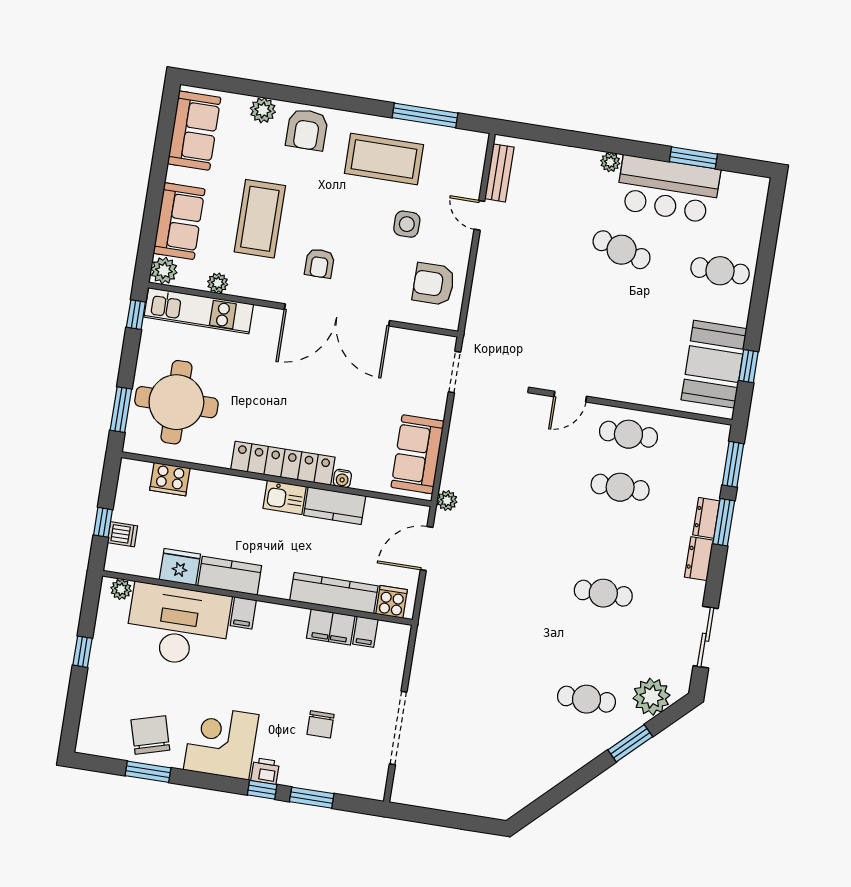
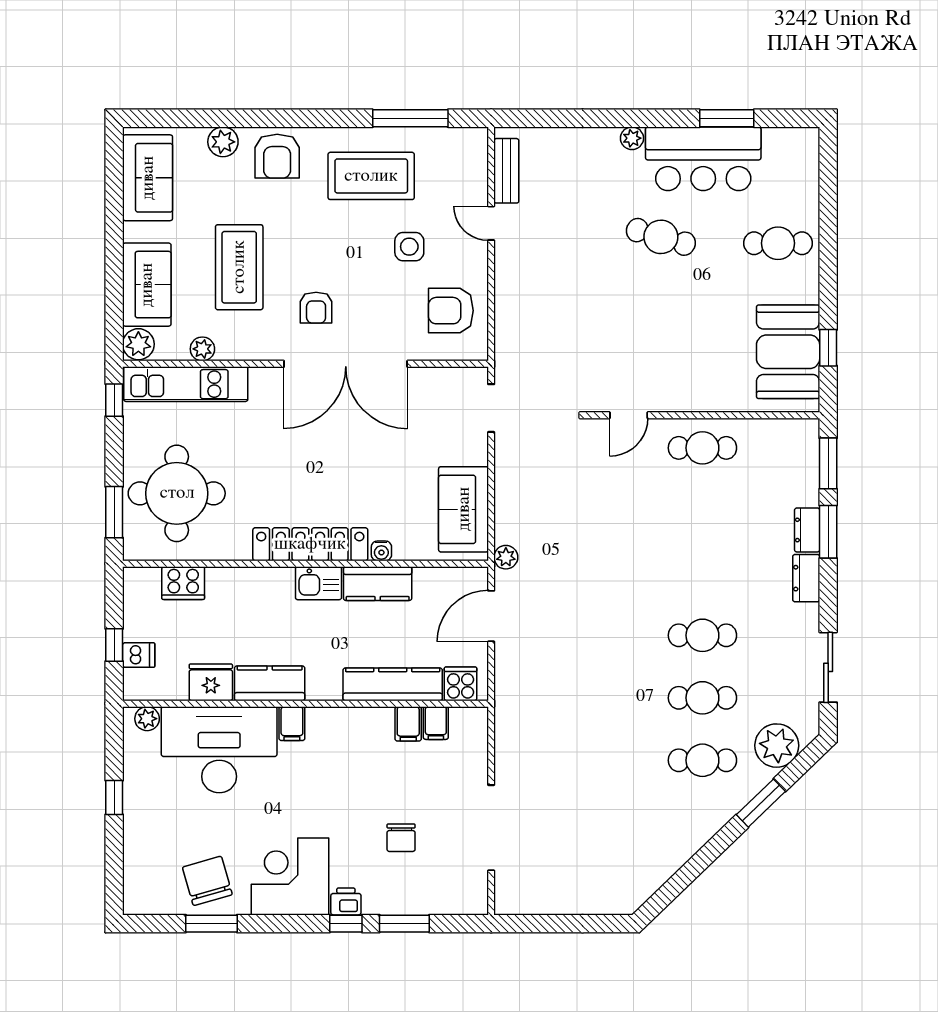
cafe table: (620, 487) -> (702, 698), moved
filing cabinet: (331, 627) -> (408, 724), width x0.50

